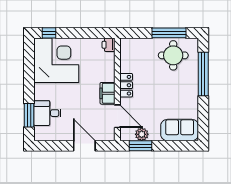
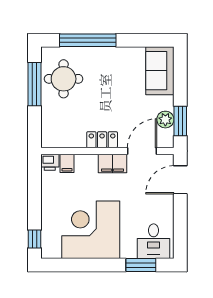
filing cabinet: (108, 58) -> (67, 163), added
corner desk: (56, 60) -> (91, 230), moved
desk: (47, 113) -> (154, 241), moved
door: (84, 146) -> (180, 180), moved

